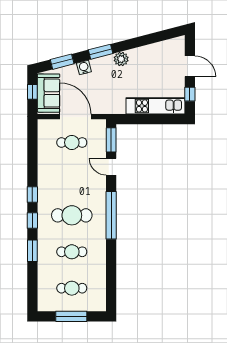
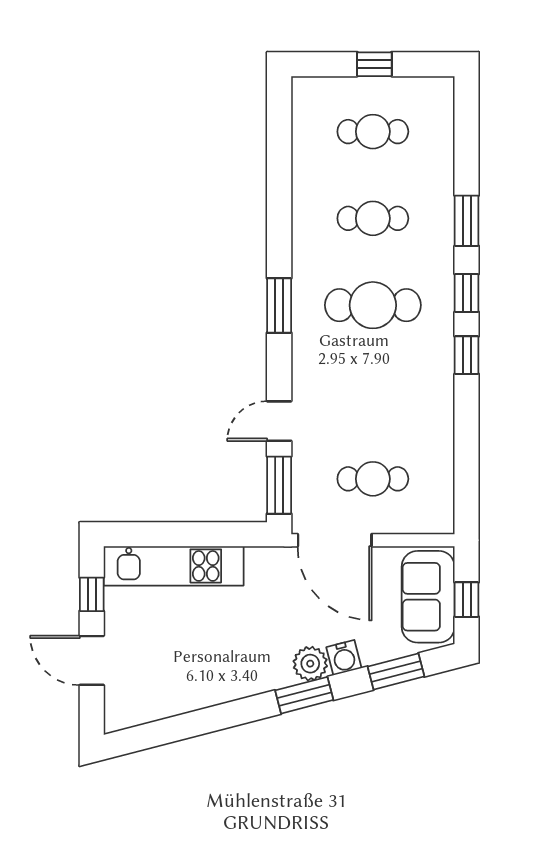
plant: (121, 59) -> (310, 664), moved
door: (76, 117) -> (335, 540), moved
door: (111, 167) -> (279, 421), swing flipped
window: (111, 215) -> (279, 306), width x0.47
window: (71, 316) -> (374, 64), width x0.46

